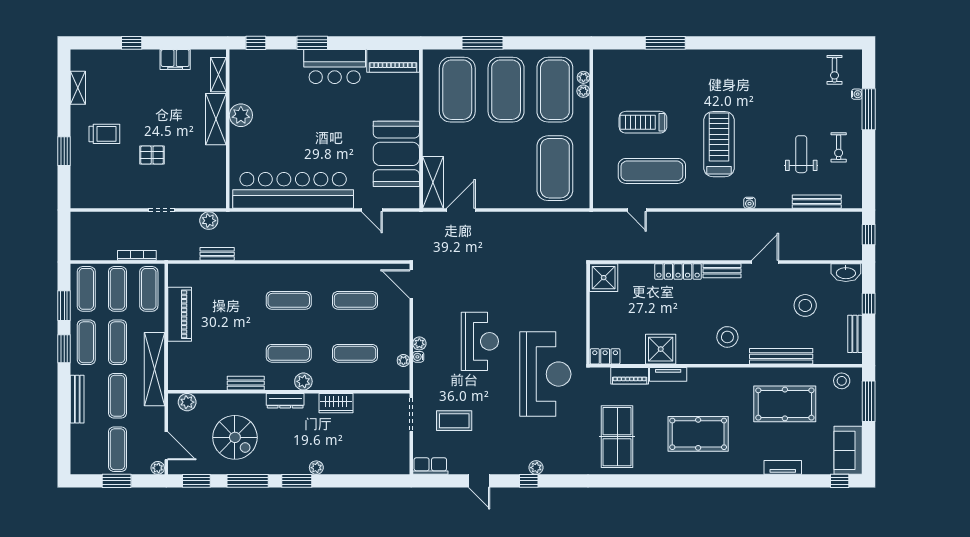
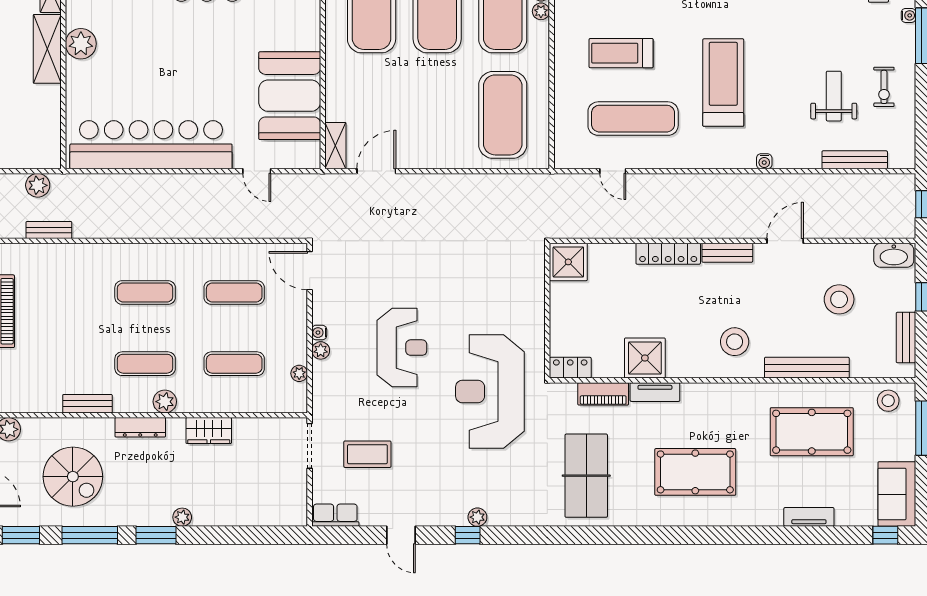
shelving: (433, 182) -> (335, 146), width x0.67, depth x0.75
water cooler: (418, 357) -> (319, 333), moved
reception desk: (545, 374) -> (490, 392), turned 180

